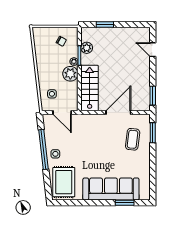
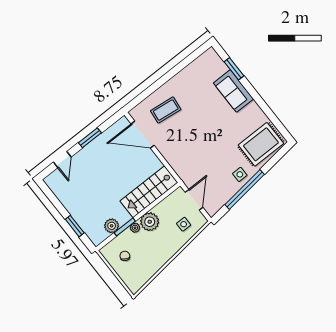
window: (153, 96) -> (90, 138), moved
door: (118, 113) -> (143, 135), moved
window: (153, 133) -> (144, 95), removed
sofa: (111, 189) -> (233, 91), width x0.54, depth x0.79

